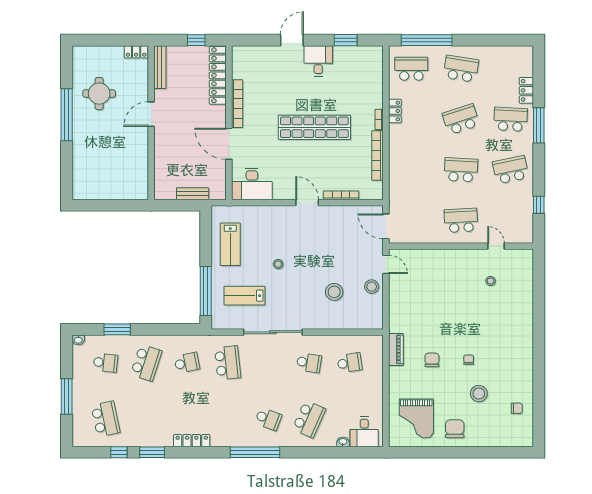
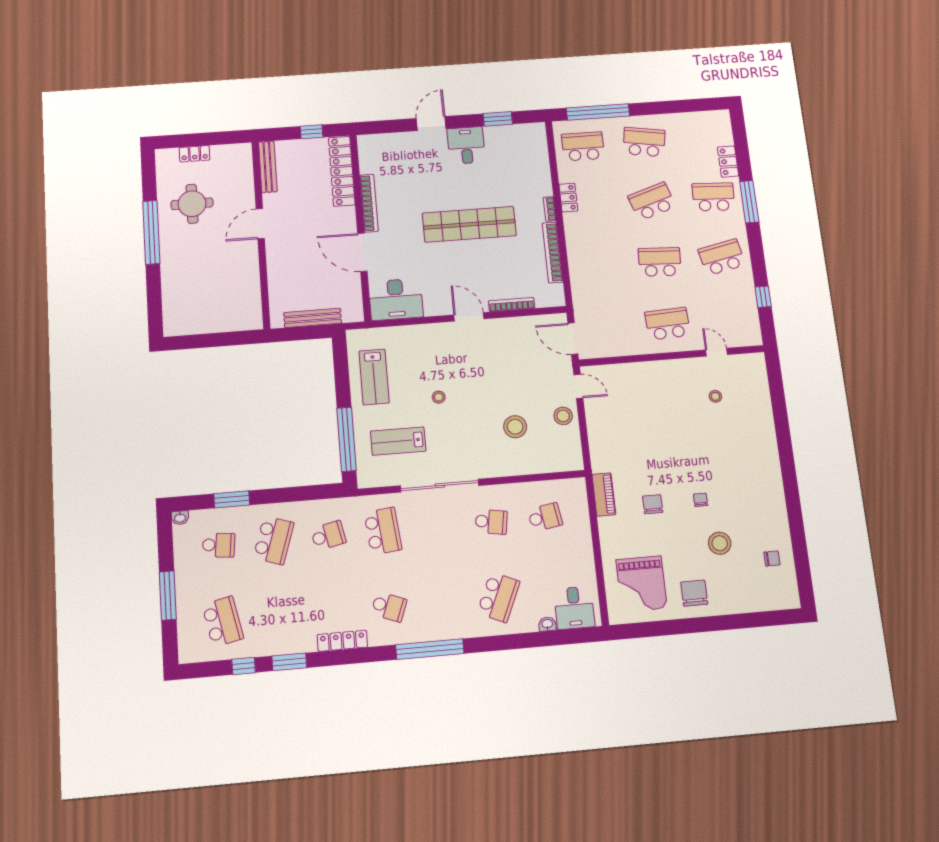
locker: (136, 52) -> (195, 154), moved
bench: (193, 194) -> (313, 318), width x1.36
school desk: (268, 419) -> (389, 607), moved

